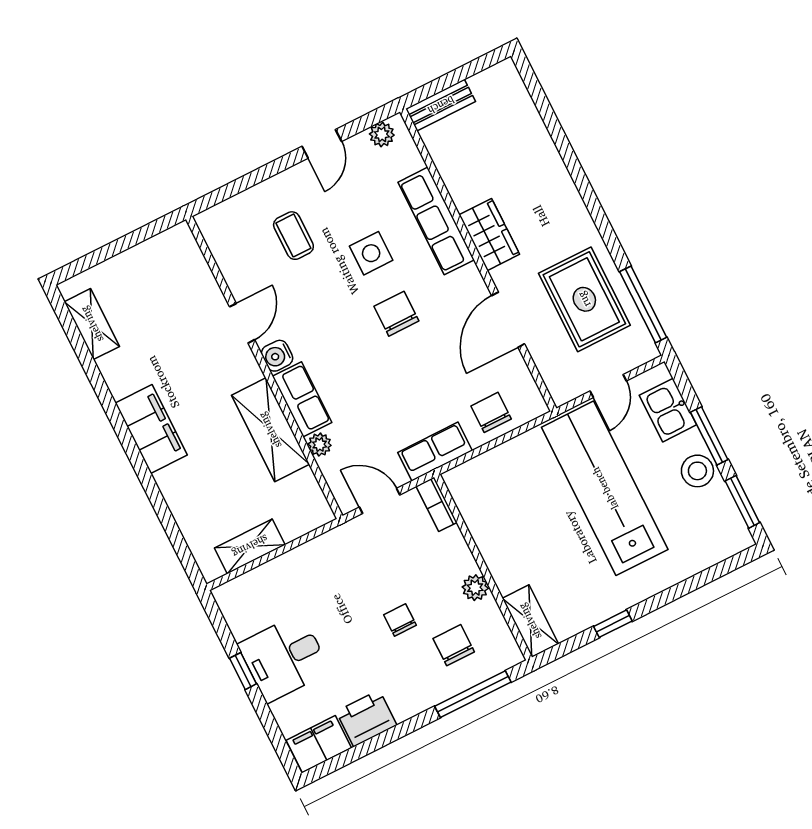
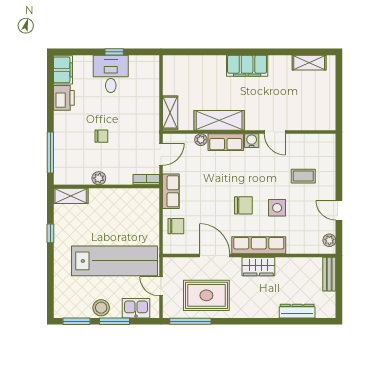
dresser: (533, 129) -> (297, 311), added
row of seats: (436, 221) -> (259, 245), moved
shelving: (250, 546) -> (170, 113), moved
chair: (454, 645) -> (77, 155), removed

